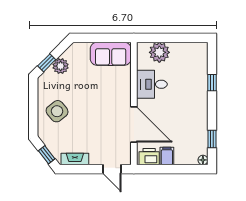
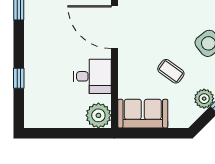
plant: (159, 52) -> (98, 115), moved
coffee table: (88, 88) -> (171, 71), added

